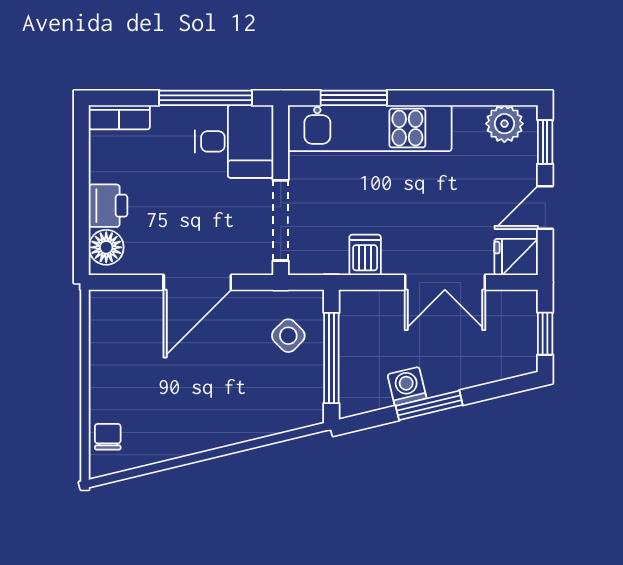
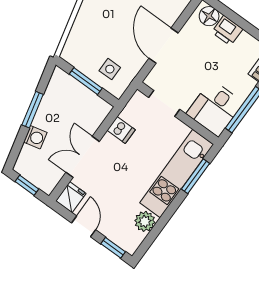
plant: (504, 124) -> (145, 221), moved
doorway: (281, 220) -> (164, 103), width x0.73
side table: (288, 336) -> (110, 69), turned 45
window: (331, 358) -> (86, 81), width x0.69
washing machine: (407, 386) -> (35, 137), moved

